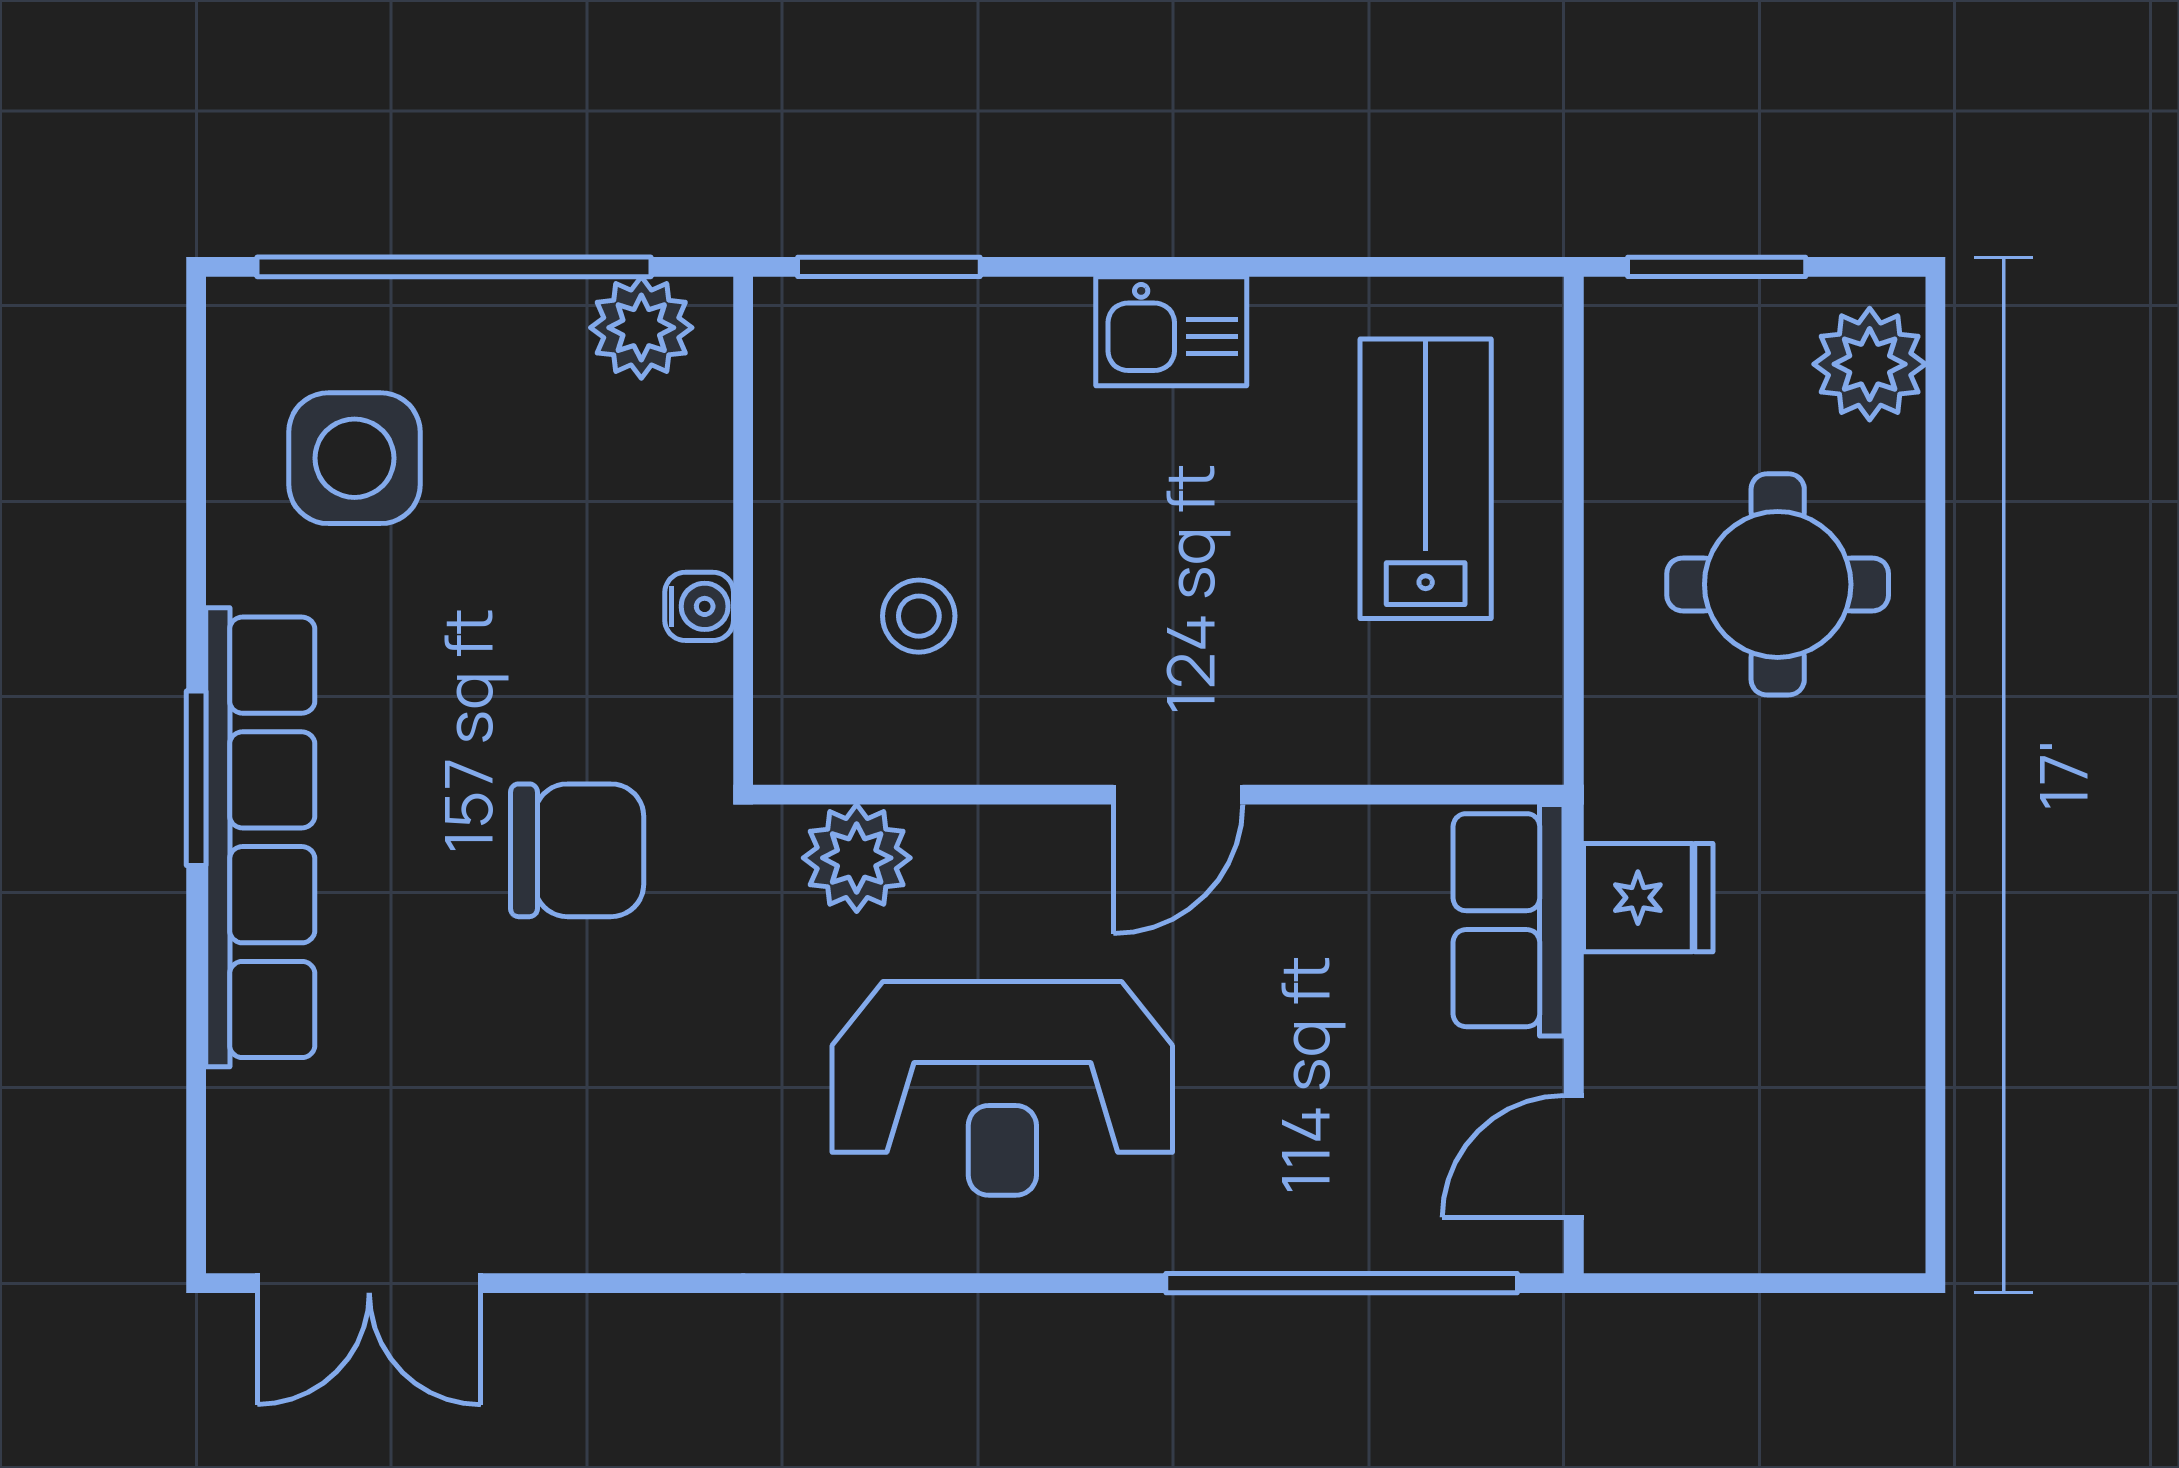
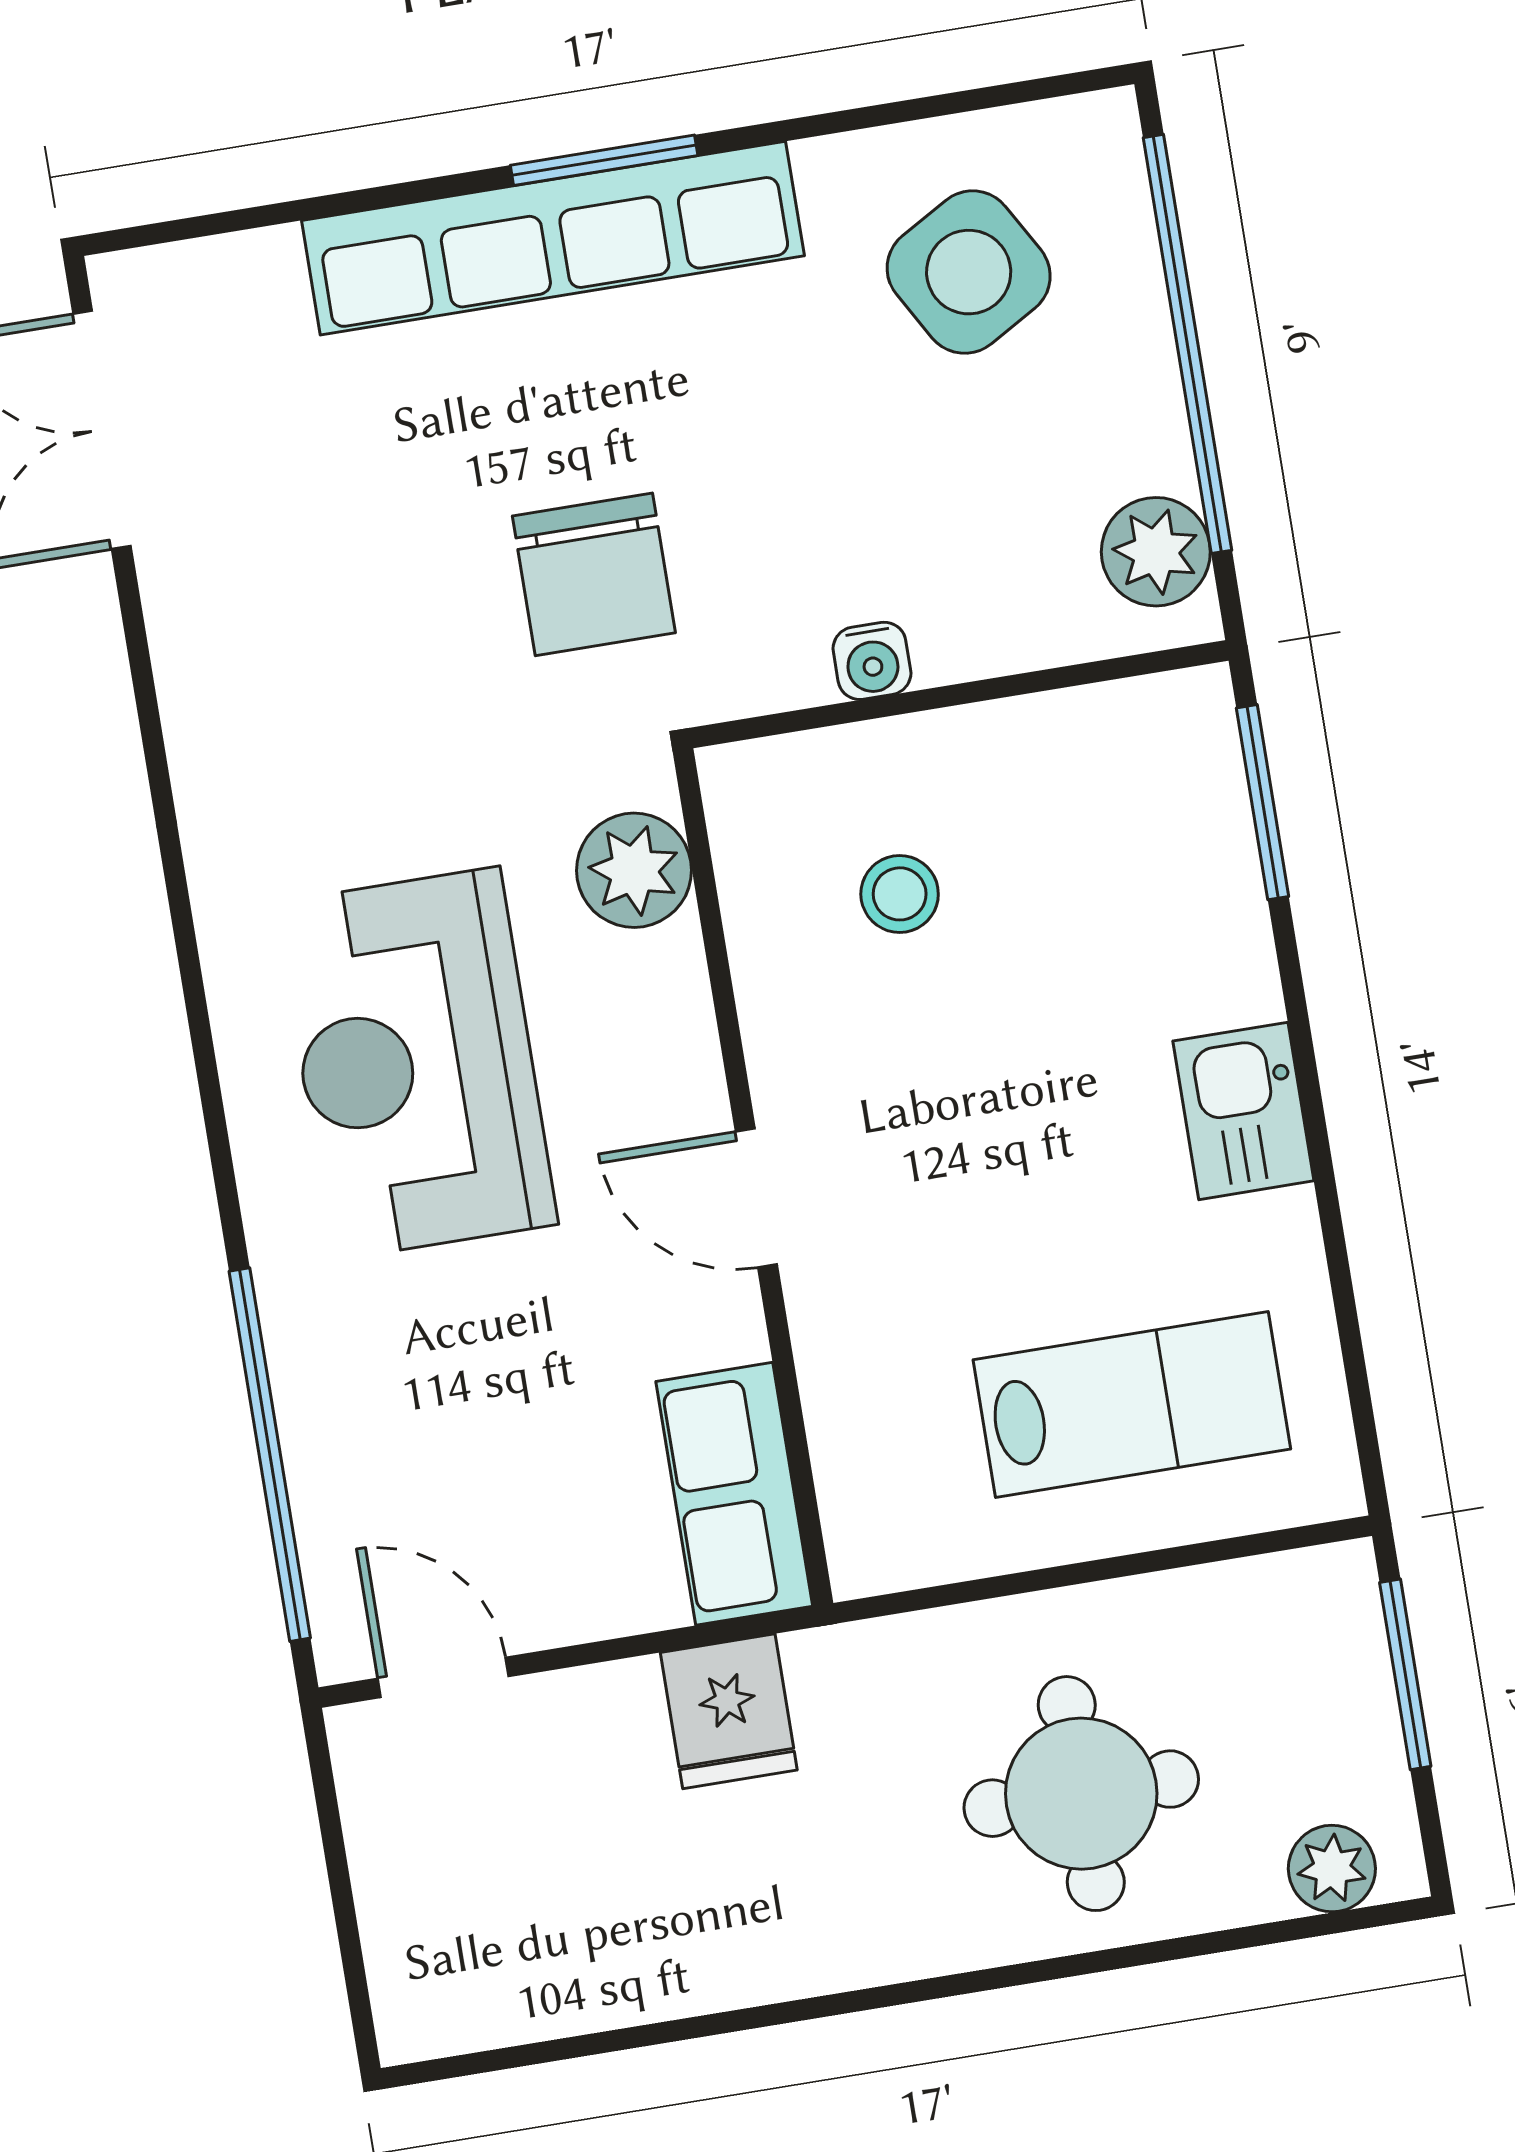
plant: (1870, 364) -> (1332, 1869), width x0.73, depth x0.73
side table: (354, 458) -> (969, 272), turned -30
row of seats: (1509, 920) -> (734, 1494), moved, turned -90

